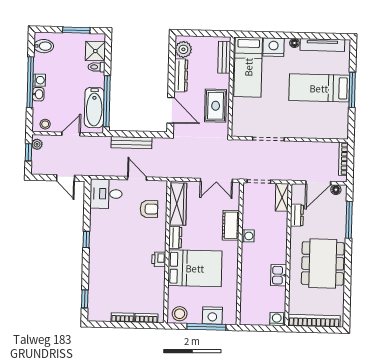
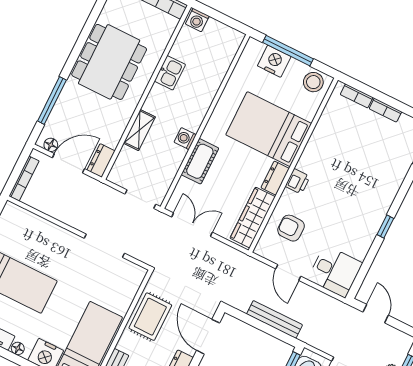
shelving: (282, 197) -> (139, 130), moved
dresser: (297, 215) -> (101, 161), moved
printer: (159, 259) -> (298, 181), moved

